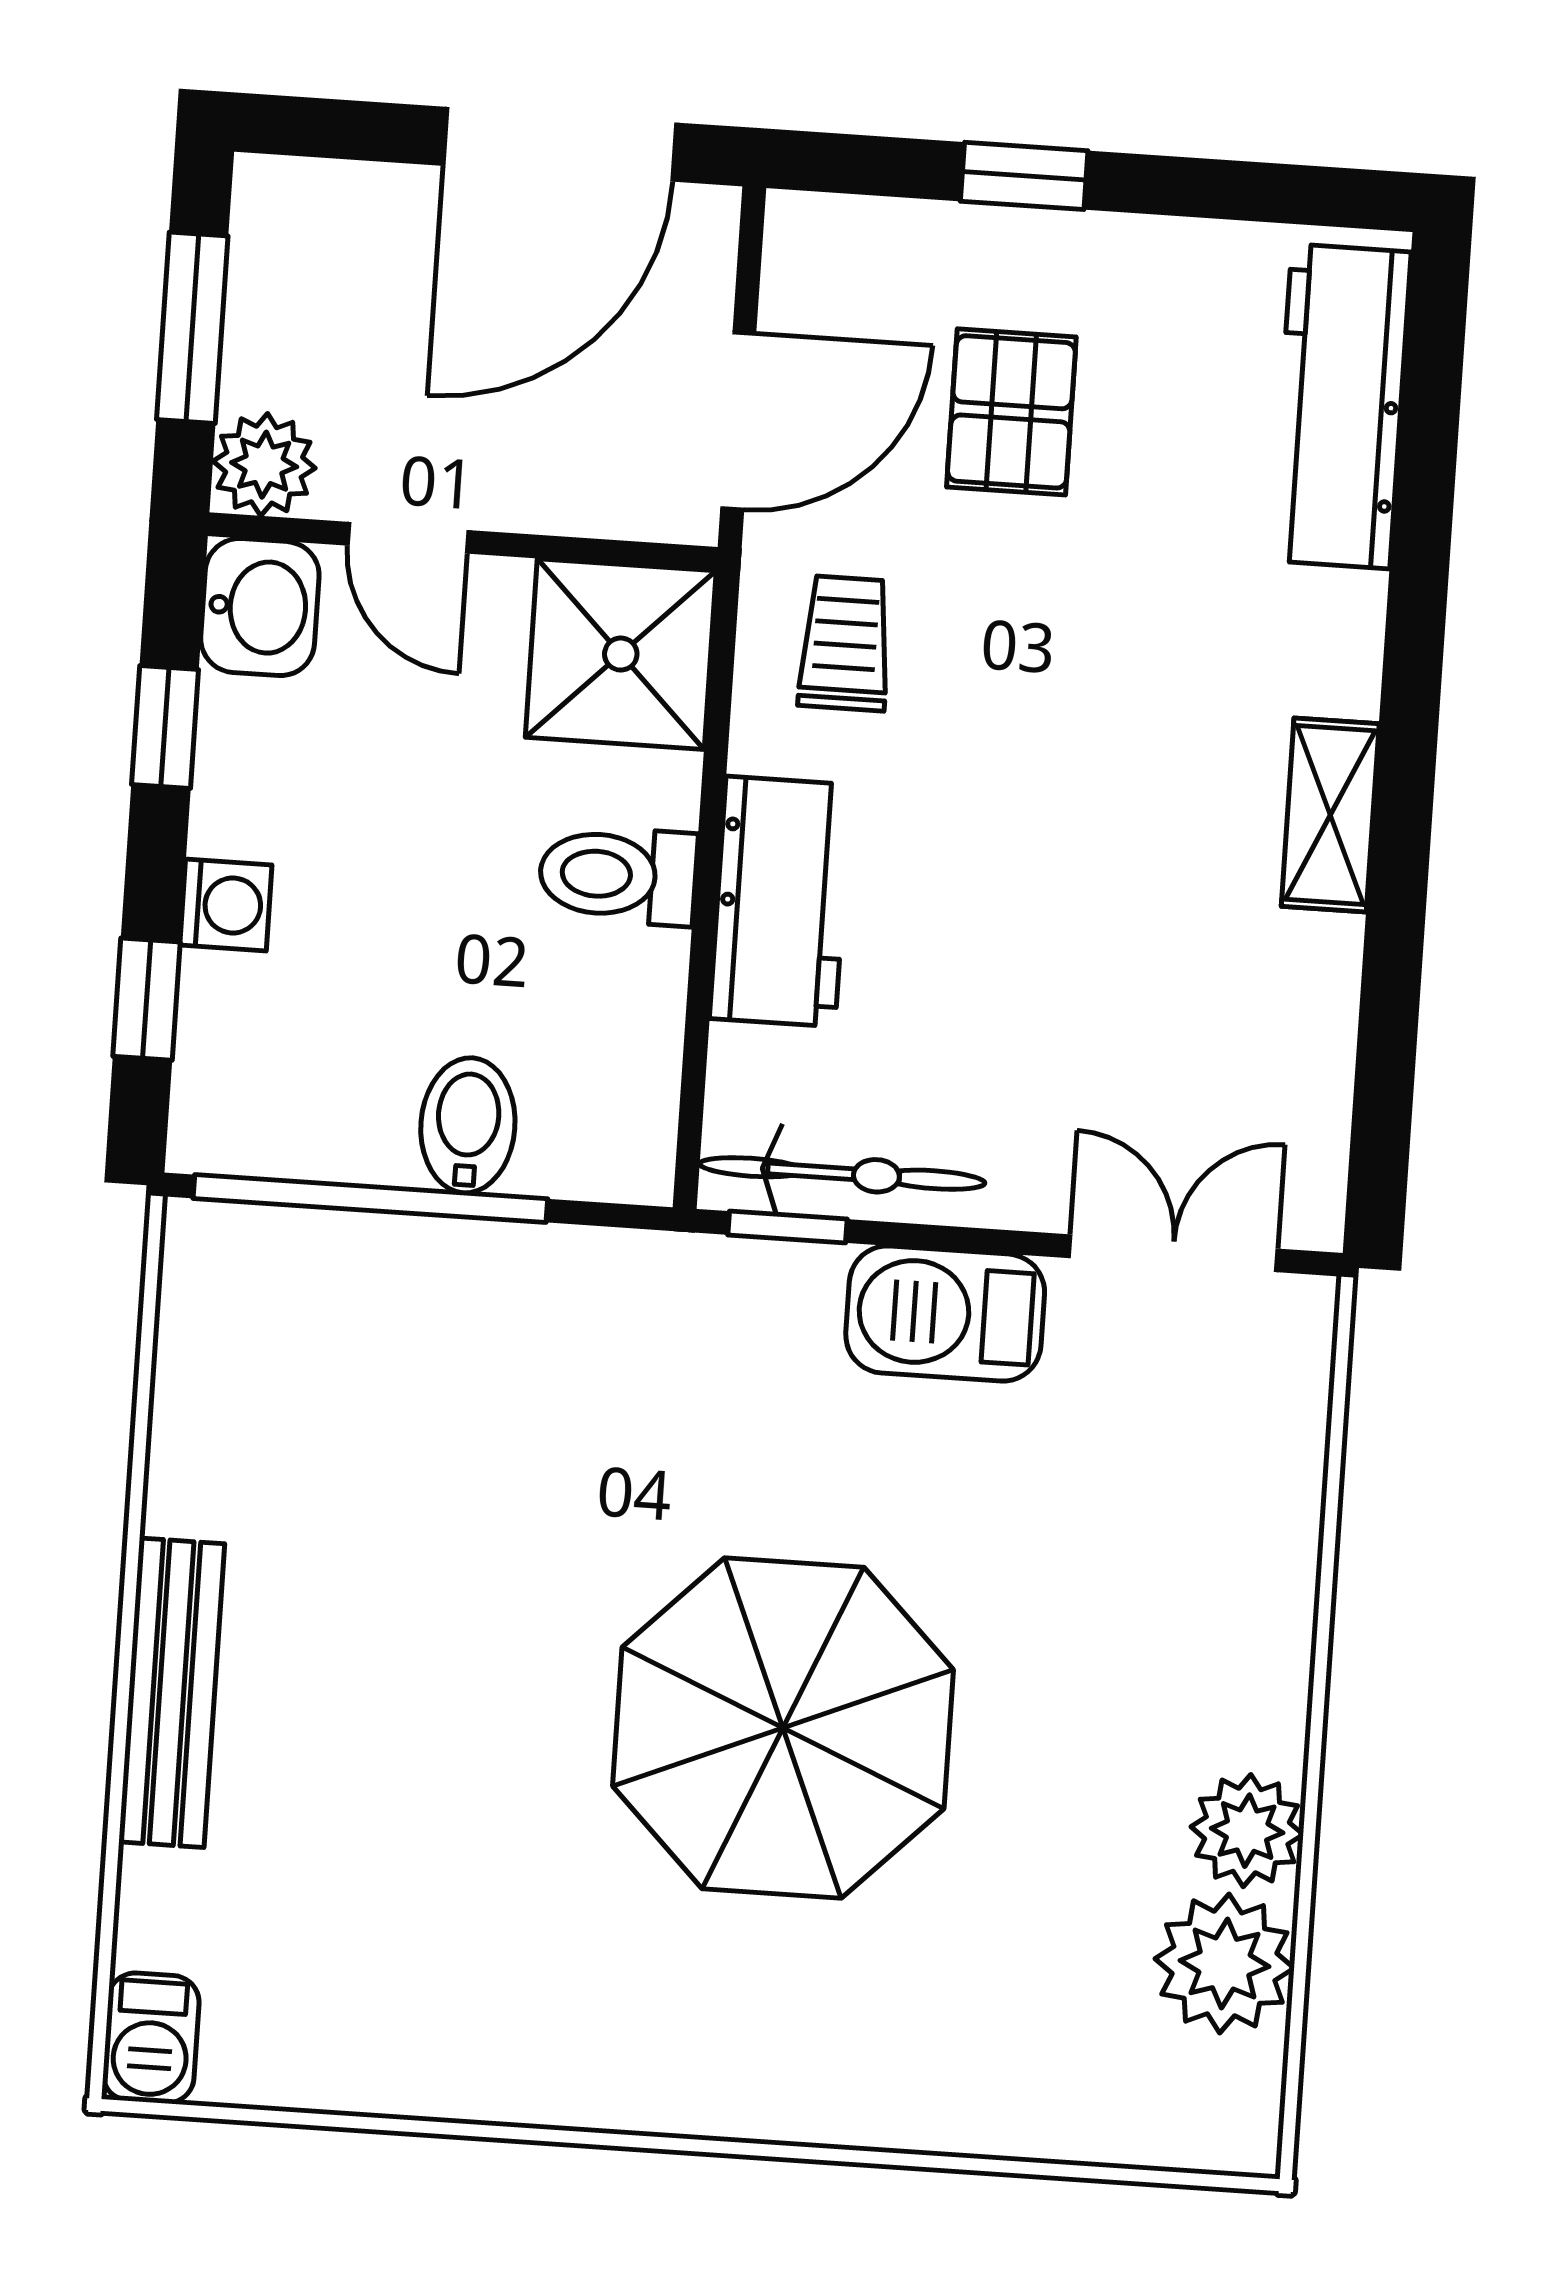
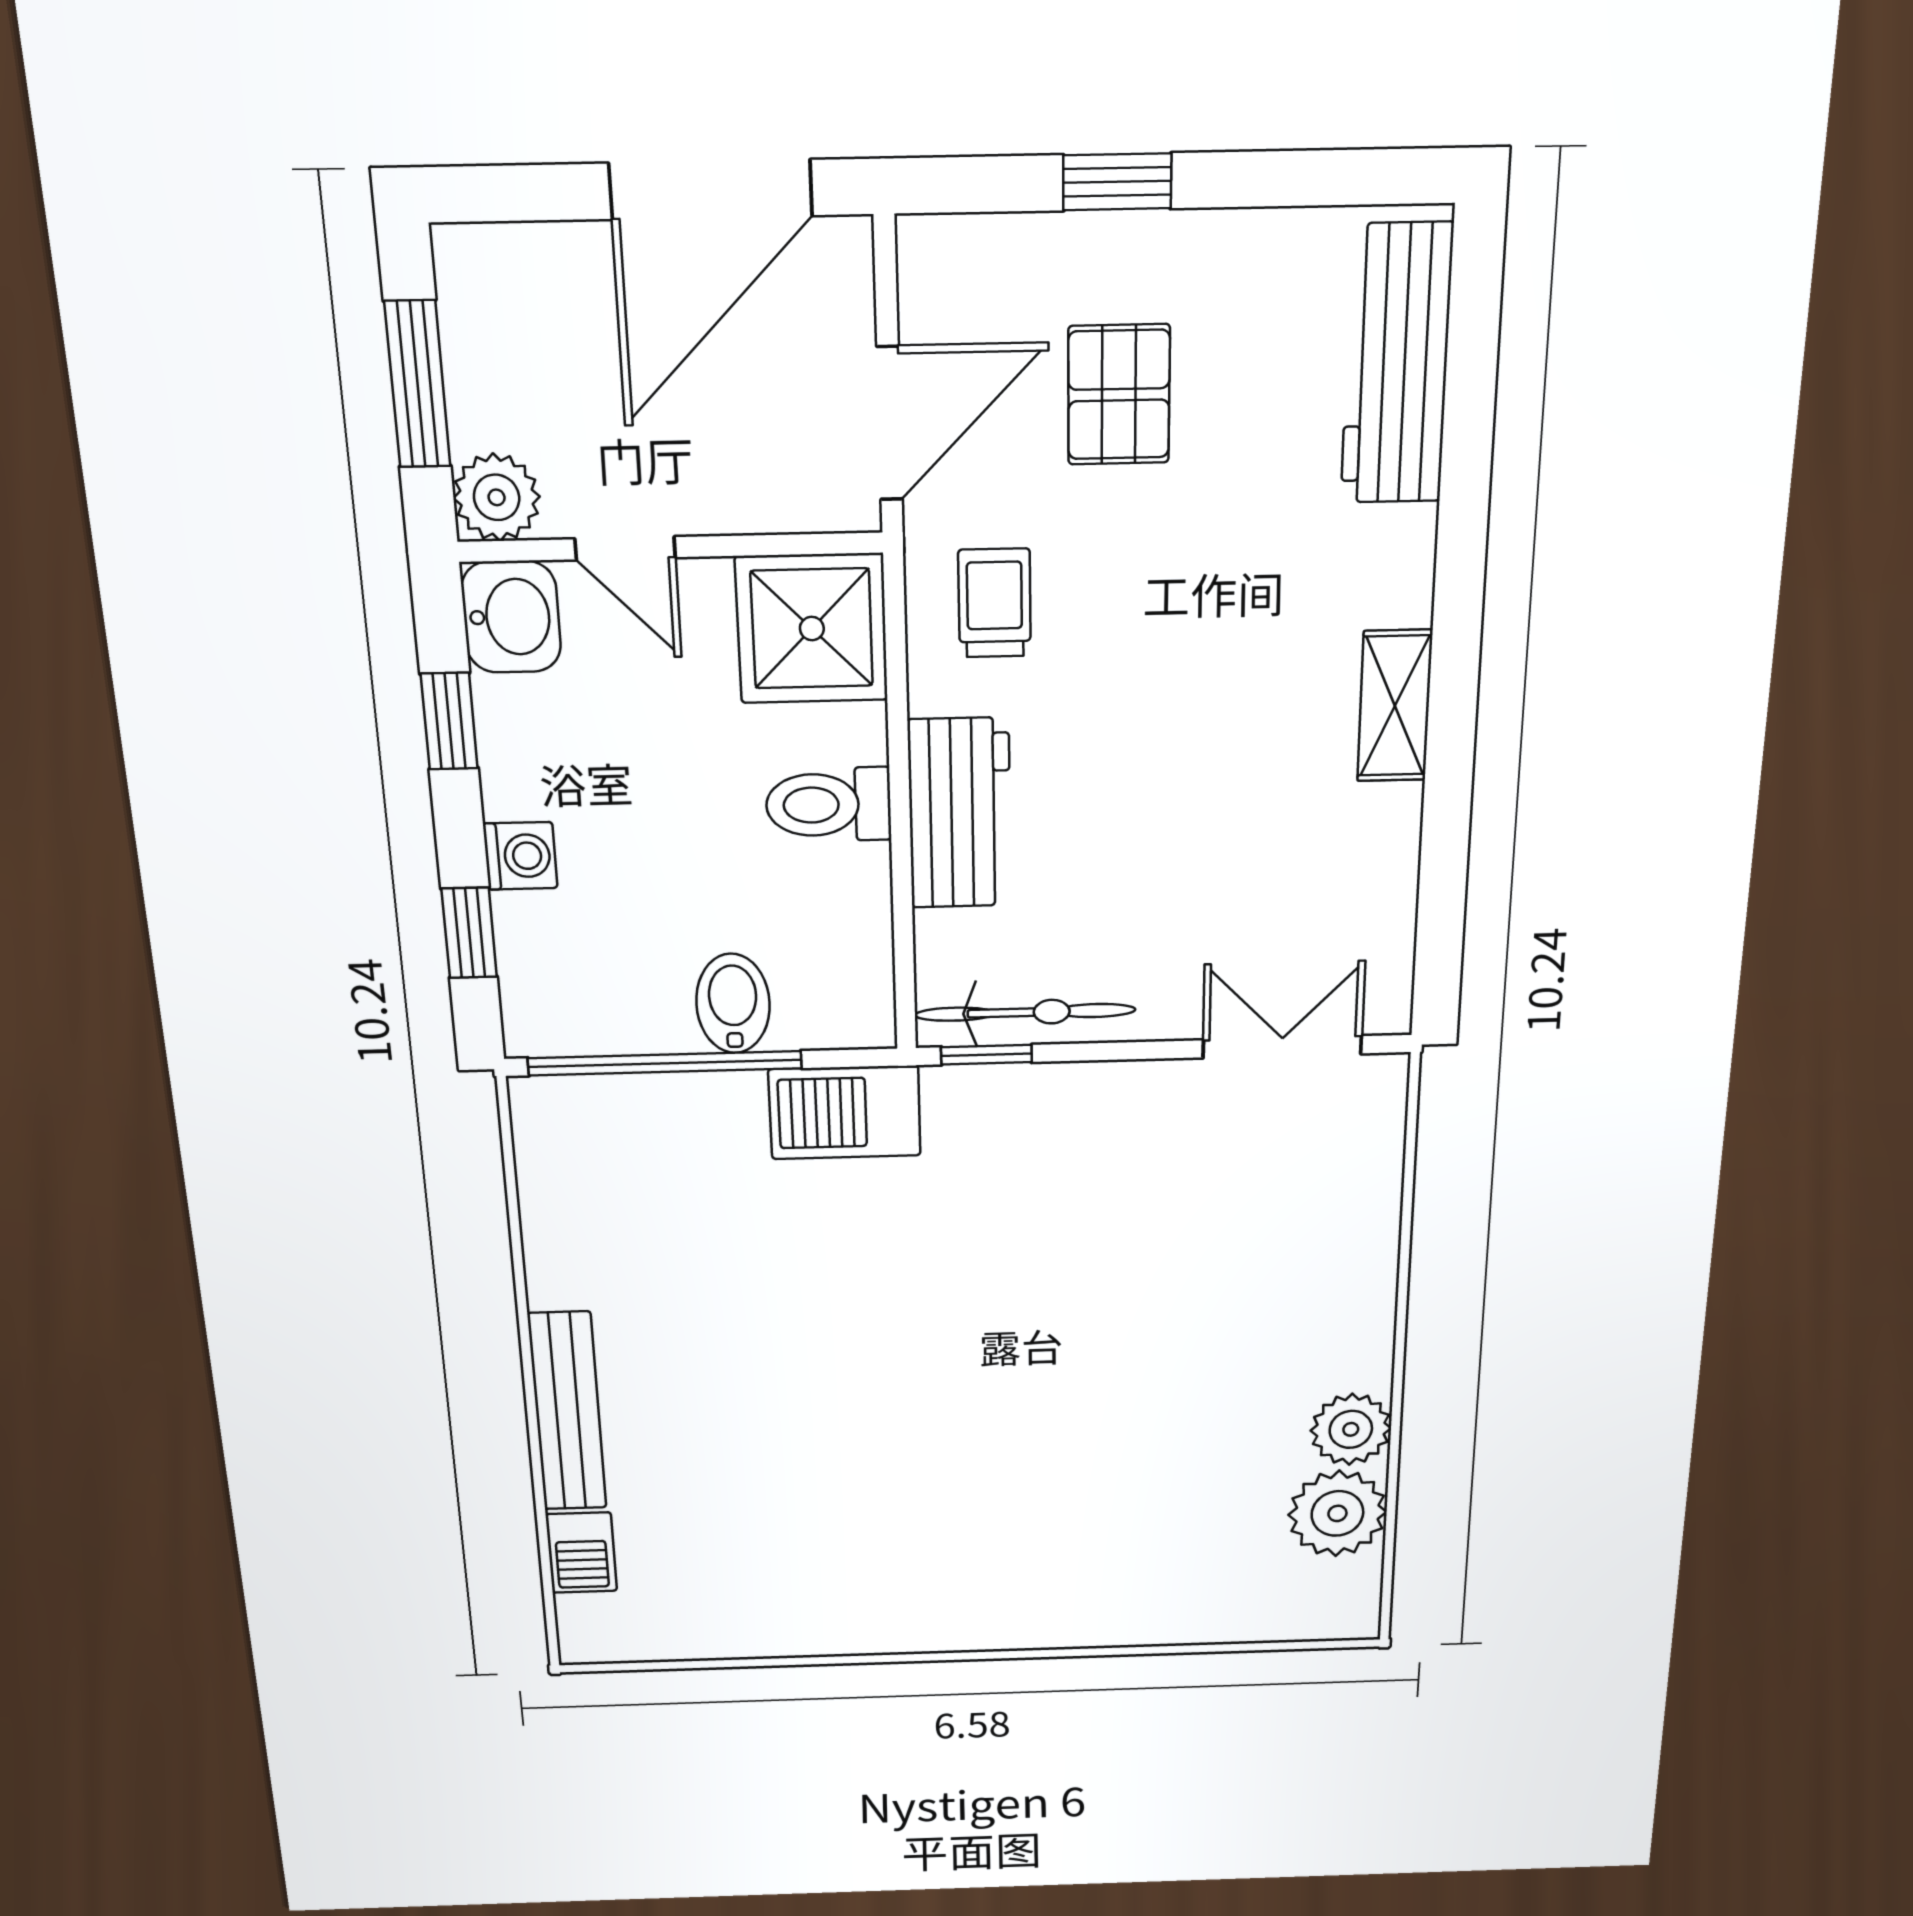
barbecue: (945, 1314) -> (845, 1112), moved
parasol: (783, 1728) -> (1013, 1394), removed
barbecue: (151, 2038) -> (581, 1553), moved

